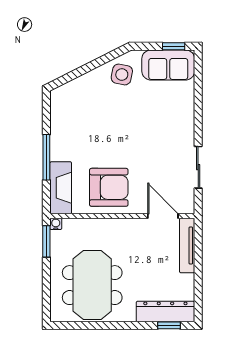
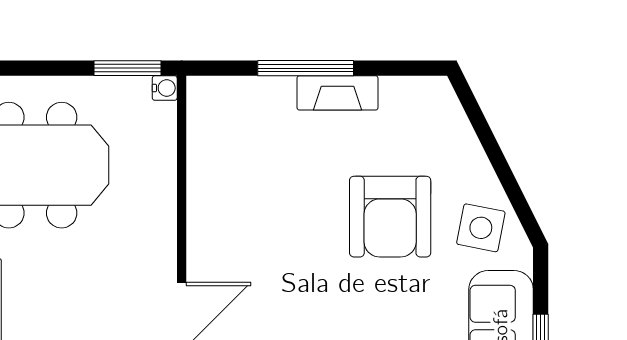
armchair: (109, 187) -> (390, 217), moved
fireplace: (61, 188) -> (338, 93), moved, width x0.73, depth x0.76

